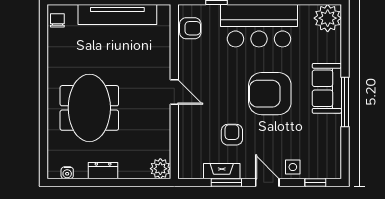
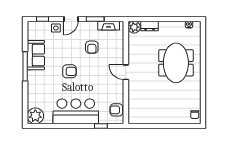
tv unit: (117, 15) -> (159, 118), removed
sofa: (327, 88) -> (36, 55), moved
armchair: (270, 94) -> (69, 71), width x0.53, depth x0.53
dresser: (103, 171) -> (150, 26), moved
fireplace: (222, 171) -> (109, 26), moved
door: (267, 182) -> (71, 19), hinge flipped

